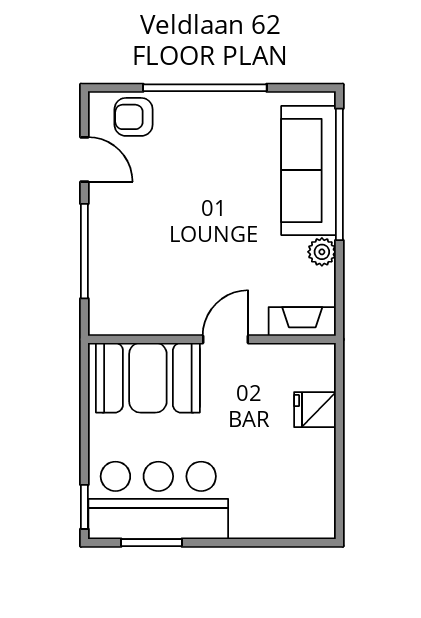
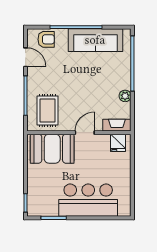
armchair: (134, 117) -> (46, 39), turned 180
sofa: (308, 170) -> (95, 40), moved, turned -90
rug: (137, 287) -> (48, 110), added
fridge: (315, 410) -> (118, 143), moved, turned -90
bar counter: (158, 500) -> (88, 200), moved

